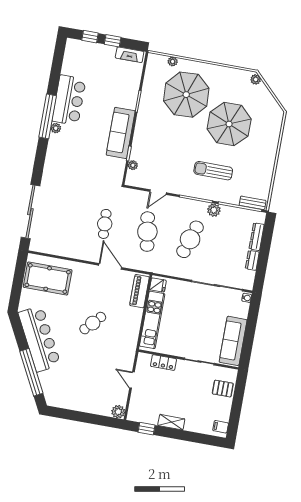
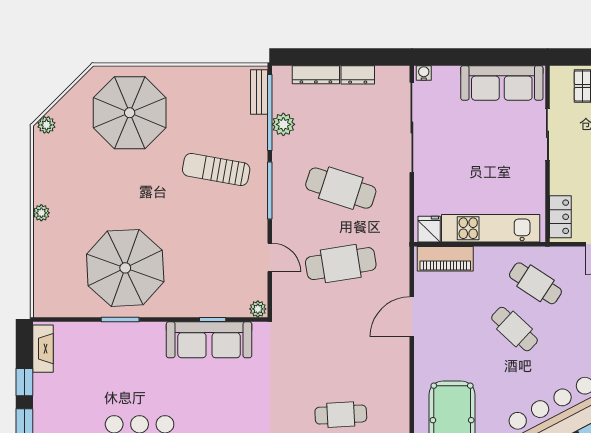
plant: (173, 61) -> (41, 213), moved
parasol: (186, 95) -> (125, 268), moved
parasol: (229, 124) -> (130, 113), moved
sofa: (121, 133) -> (209, 340), moved
plant: (133, 165) -> (258, 309), moved
sun lounger: (213, 171) -> (216, 170), turned 100
plant: (214, 210) -> (283, 124), moved
cafe table: (105, 224) -> (341, 415), moved
cafe table: (116, 340) -> (535, 283), added
locker: (163, 363) -> (560, 217), moved

